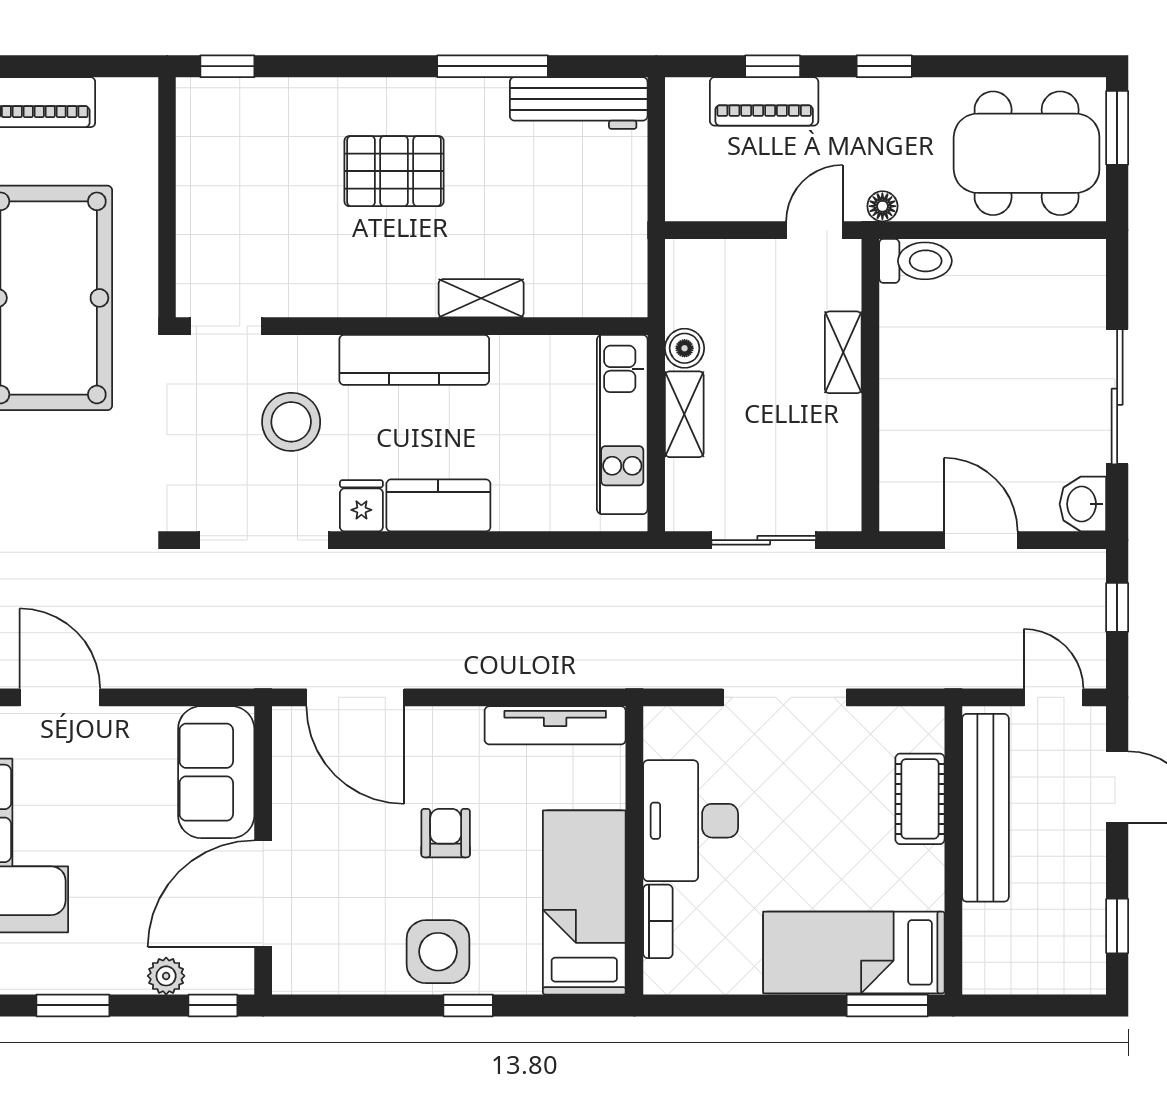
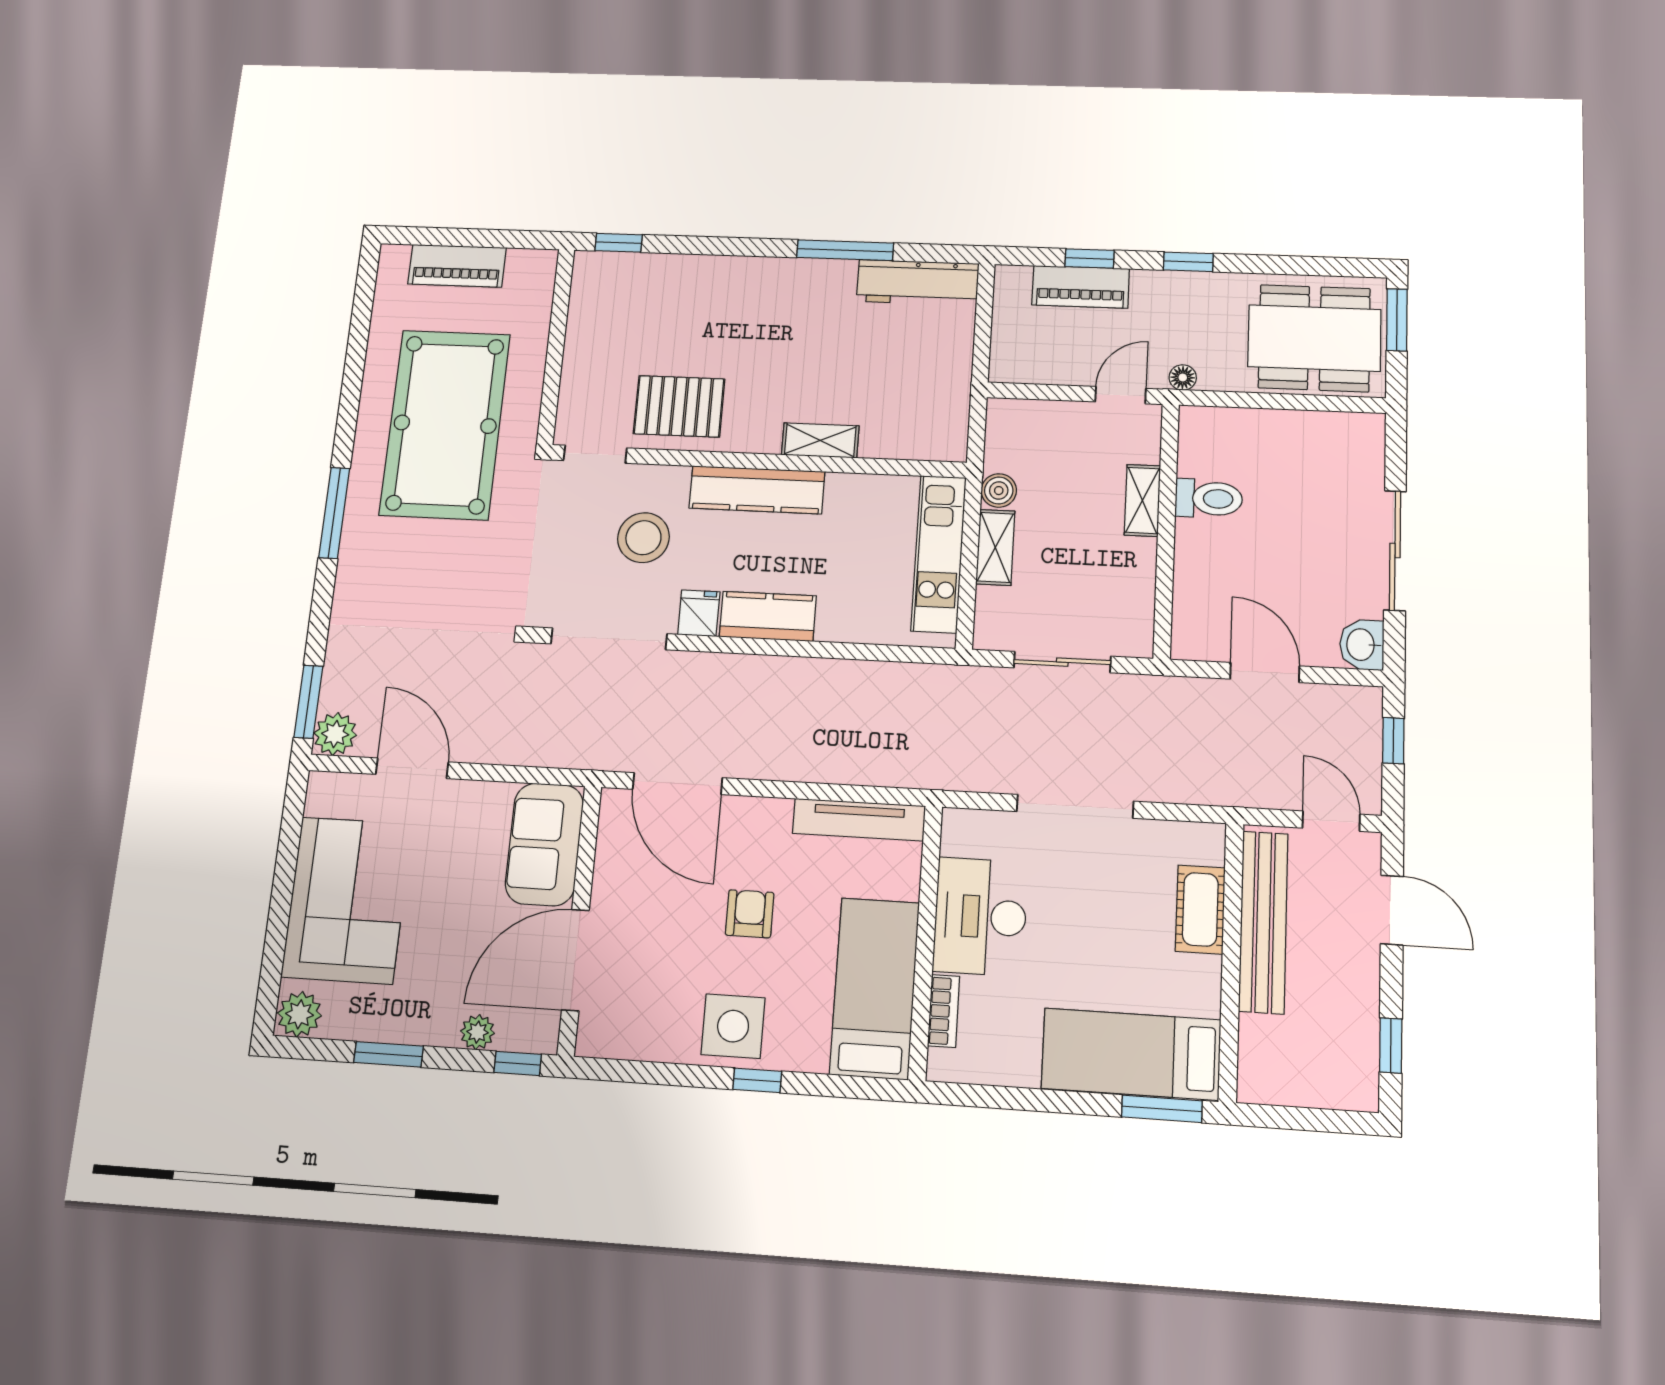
pallet: (394, 171) -> (679, 406), moved
toilet: (915, 261) -> (1209, 499), moved

